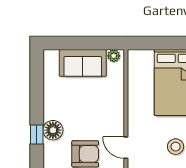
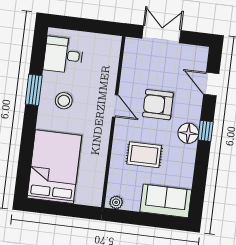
sofa: (83, 63) -> (166, 201), moved
rug: (93, 104) -> (144, 155), added

